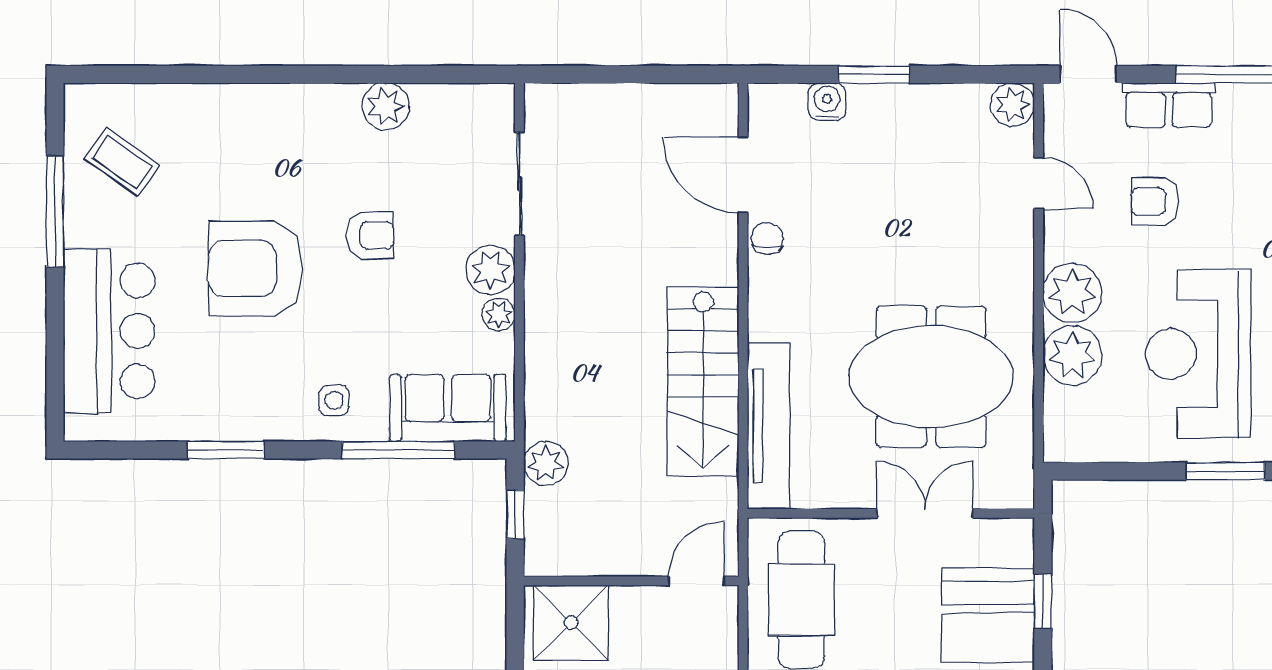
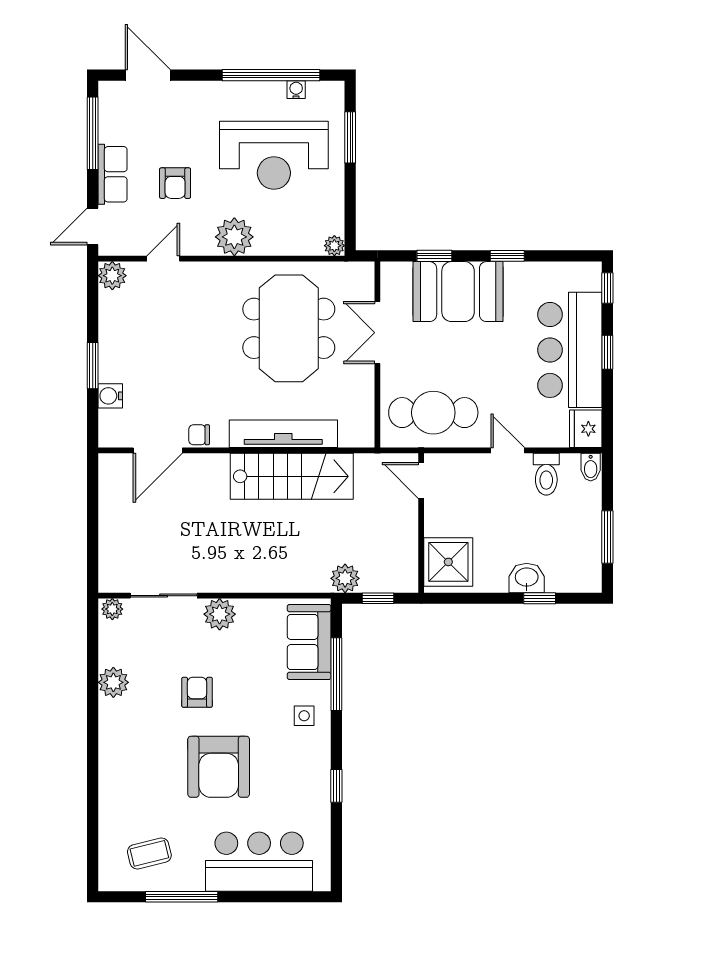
coffee table: (122, 162) -> (149, 853), turned 41
plant: (499, 315) -> (112, 609), moved
plant: (1072, 355) -> (334, 246), moved, width x0.53, depth x0.53
tv unit: (769, 426) -> (283, 434), moved
window: (226, 450) -> (336, 786), width x0.67

